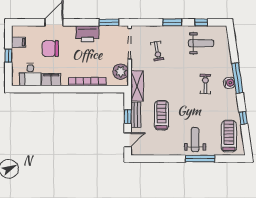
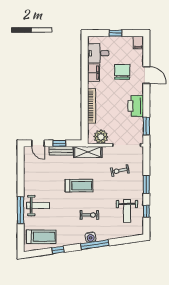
filing cabinet: (19, 42) -> (138, 43), moved
treadmill: (162, 115) -> (79, 186), moved

